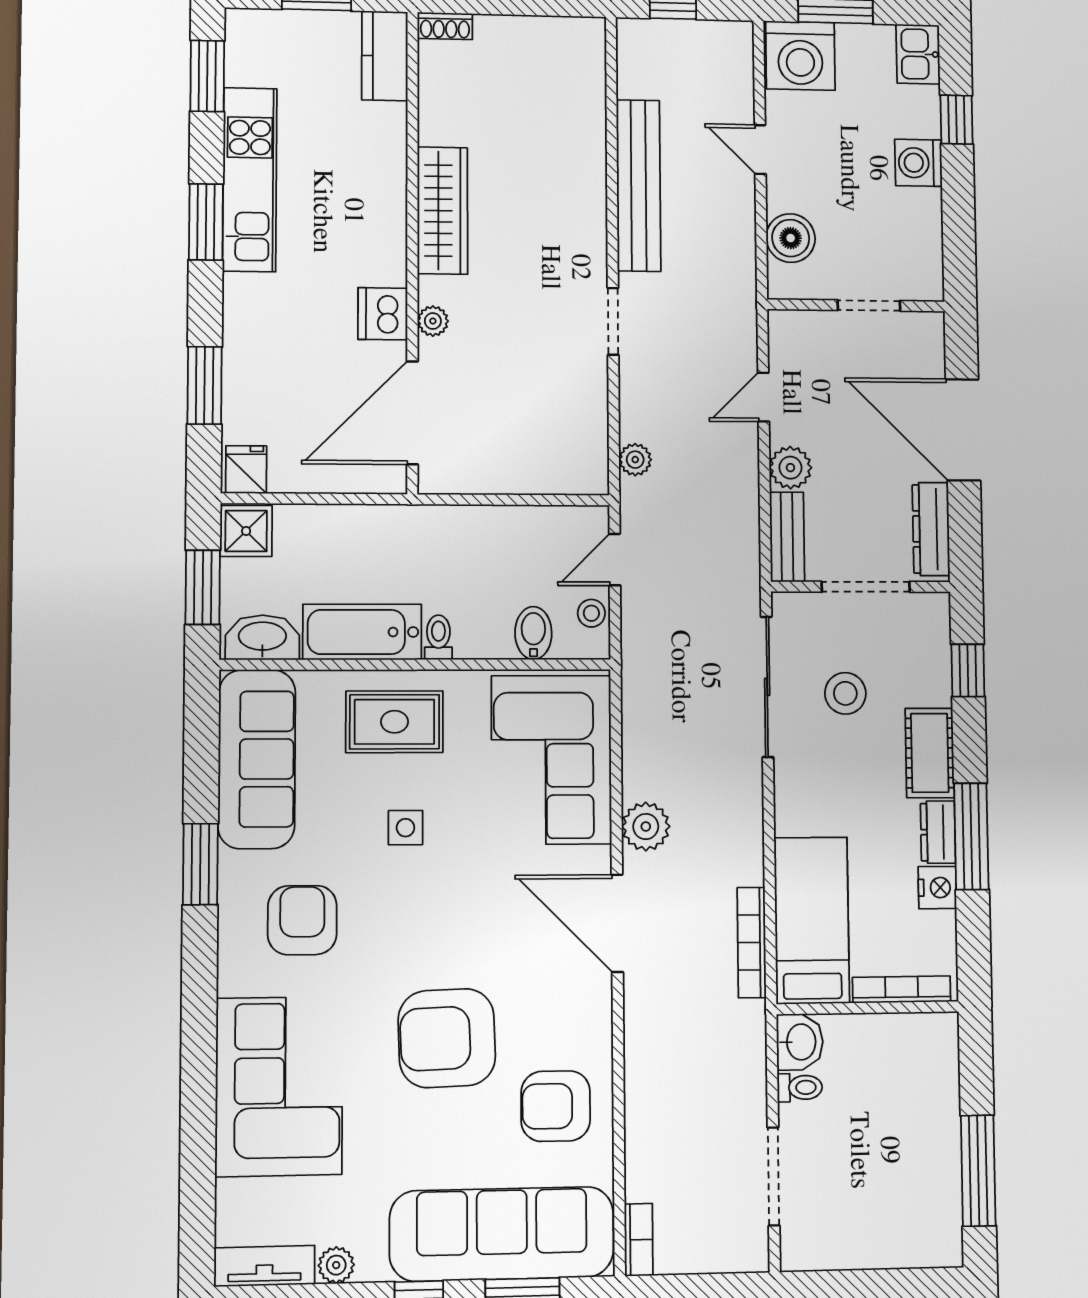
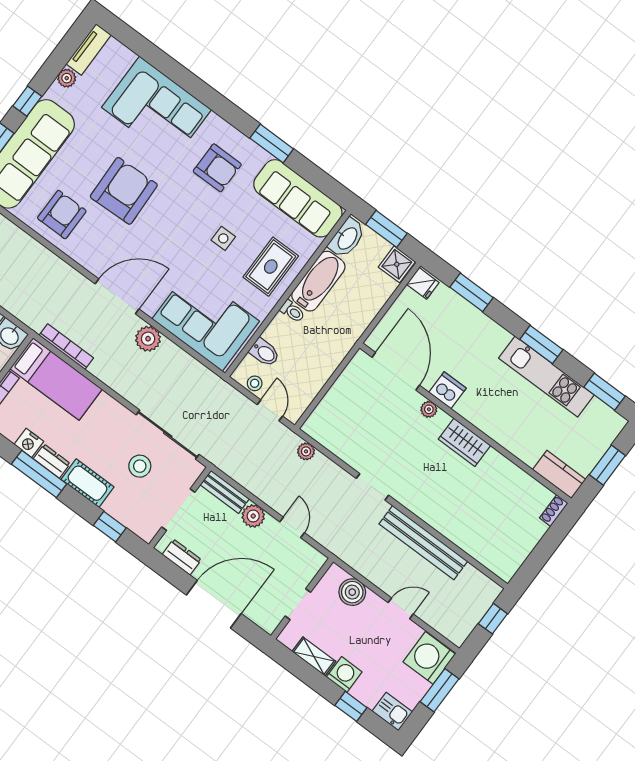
wardrobe: (442, 211) -> (464, 442), width x0.67
shelving: (926, 226) -> (314, 656), added
dresser: (931, 529) -> (182, 557), width x0.70

